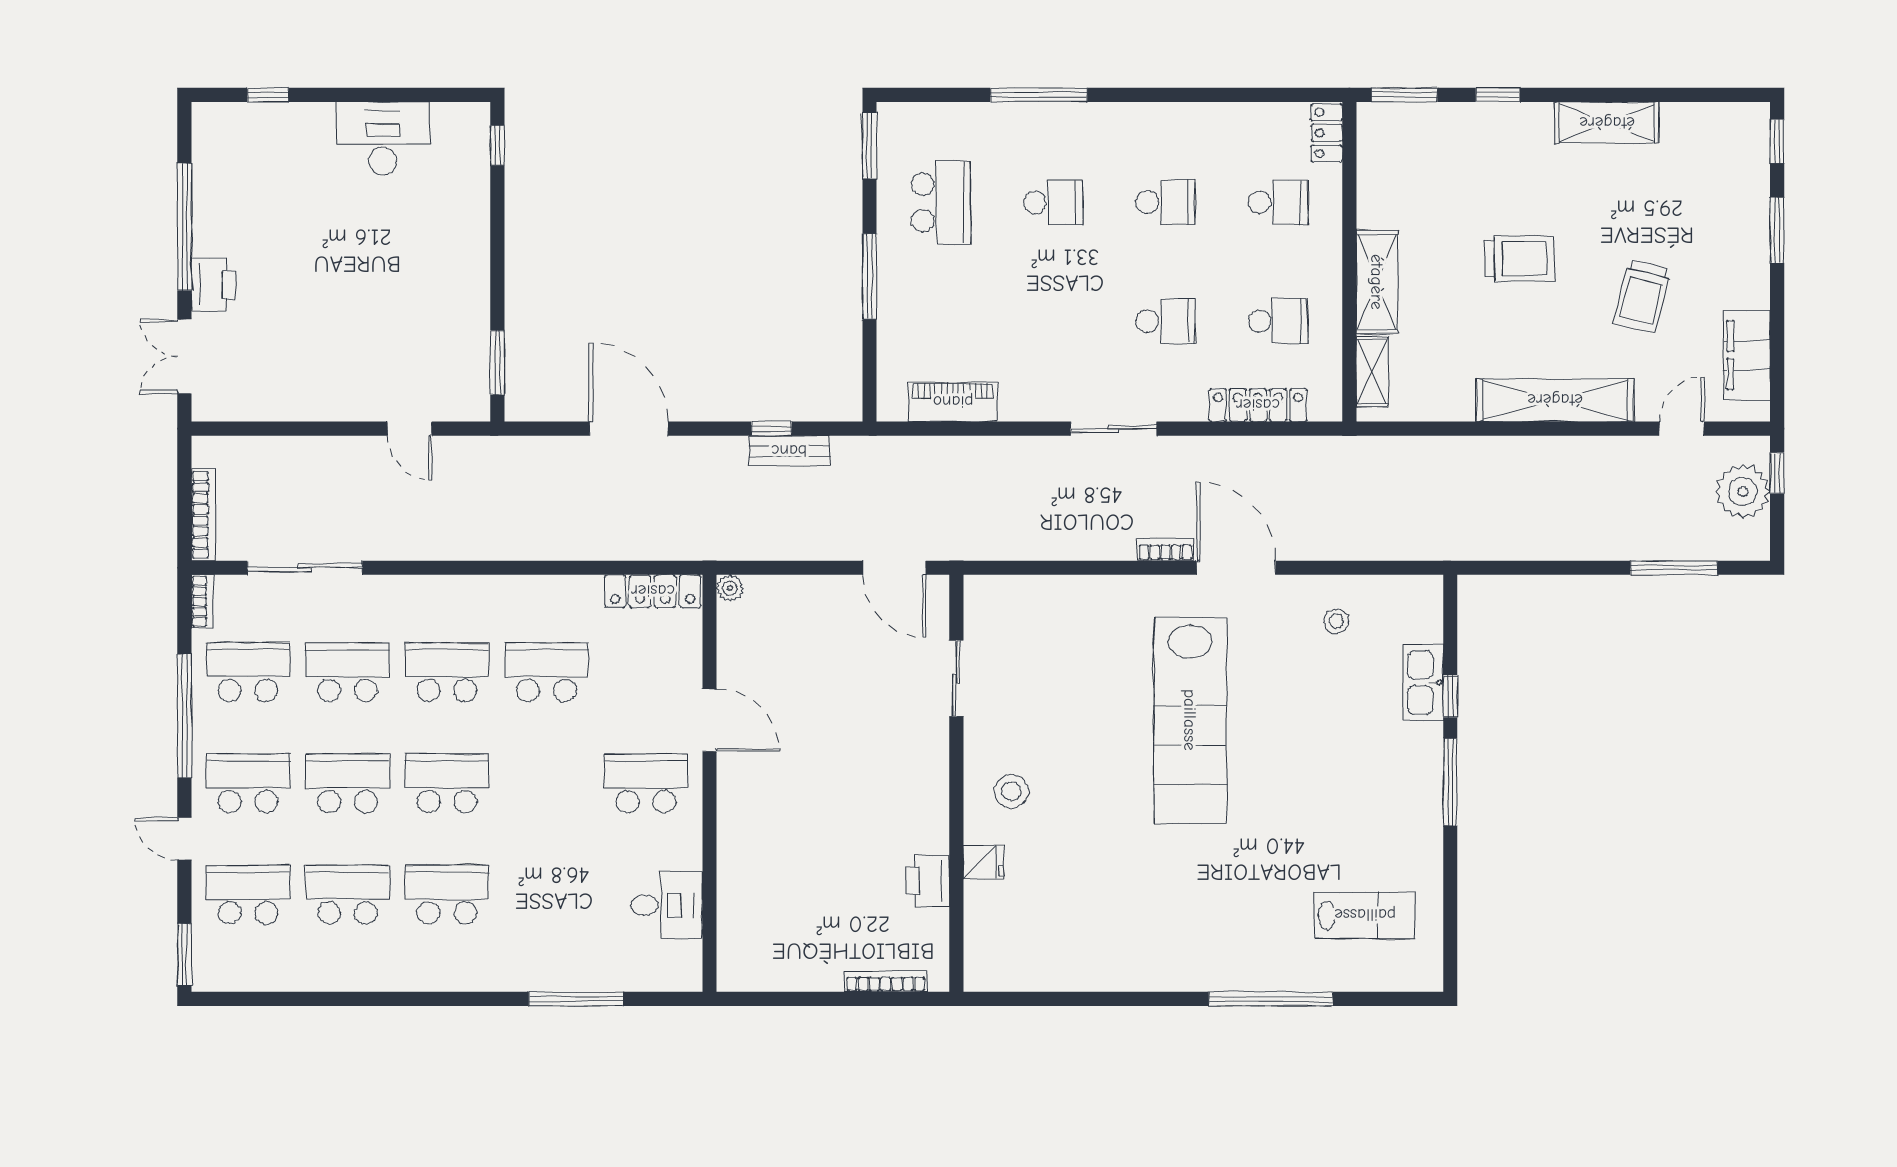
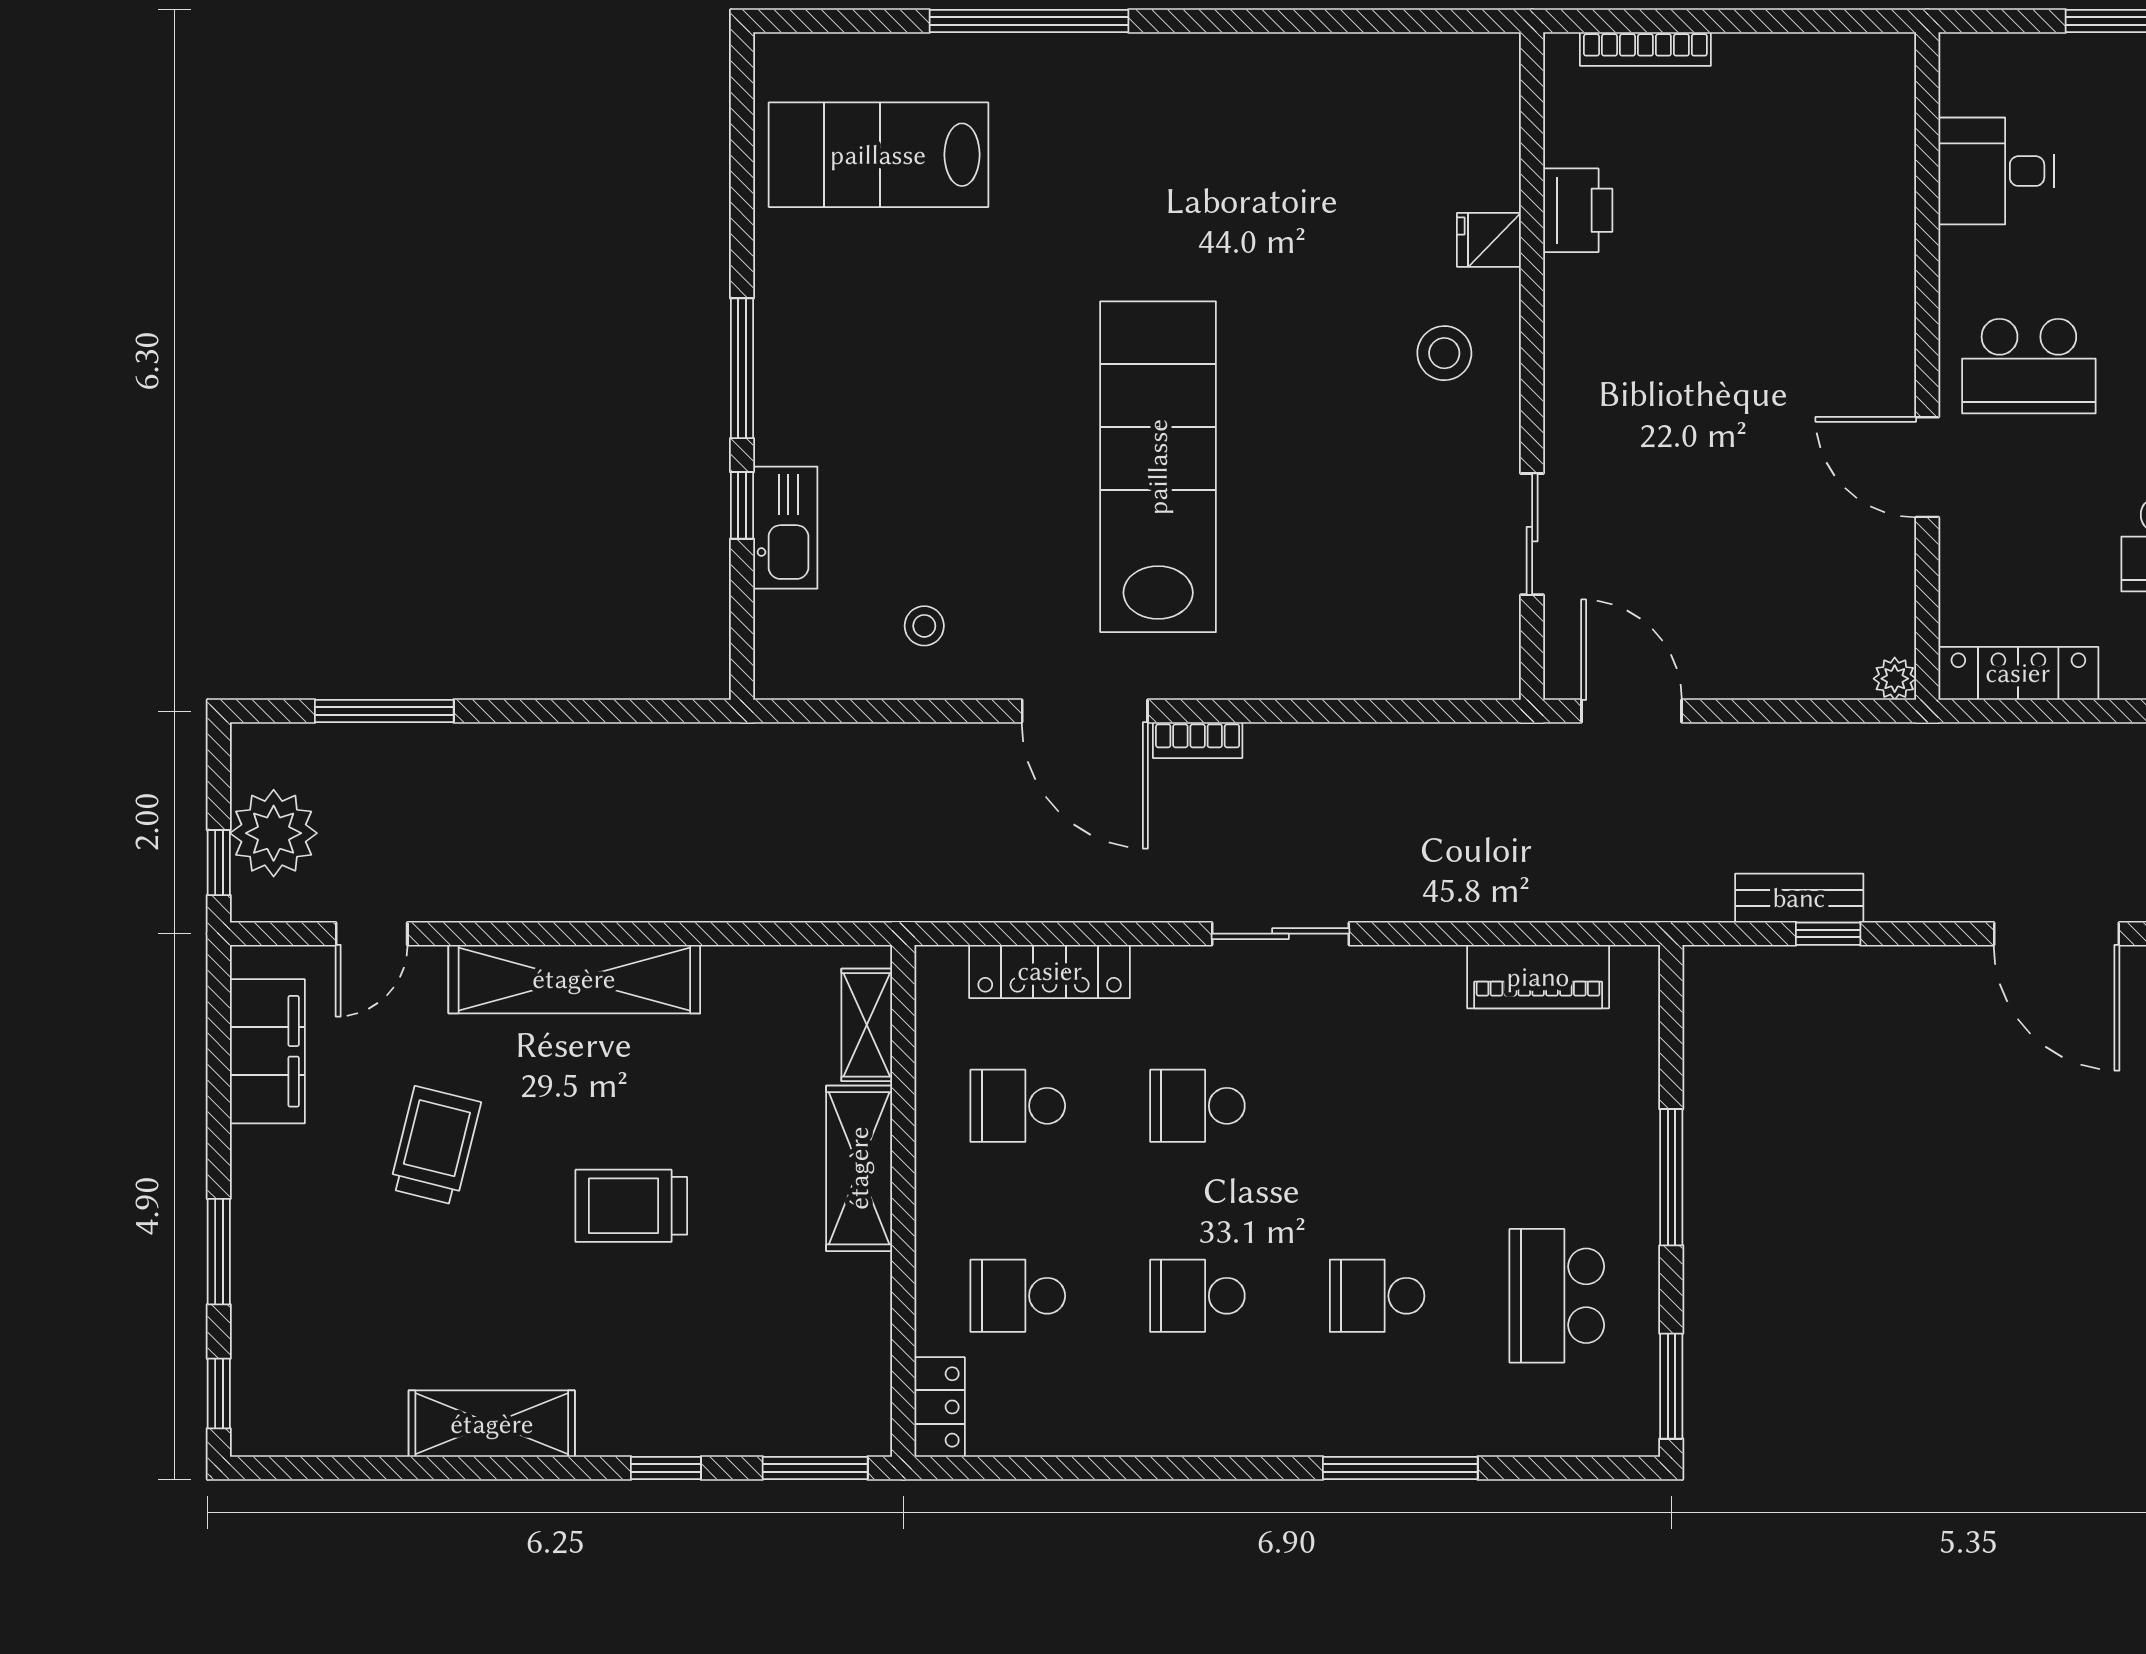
lab bench: (1365, 915) -> (878, 155), width x1.36, depth x1.39

